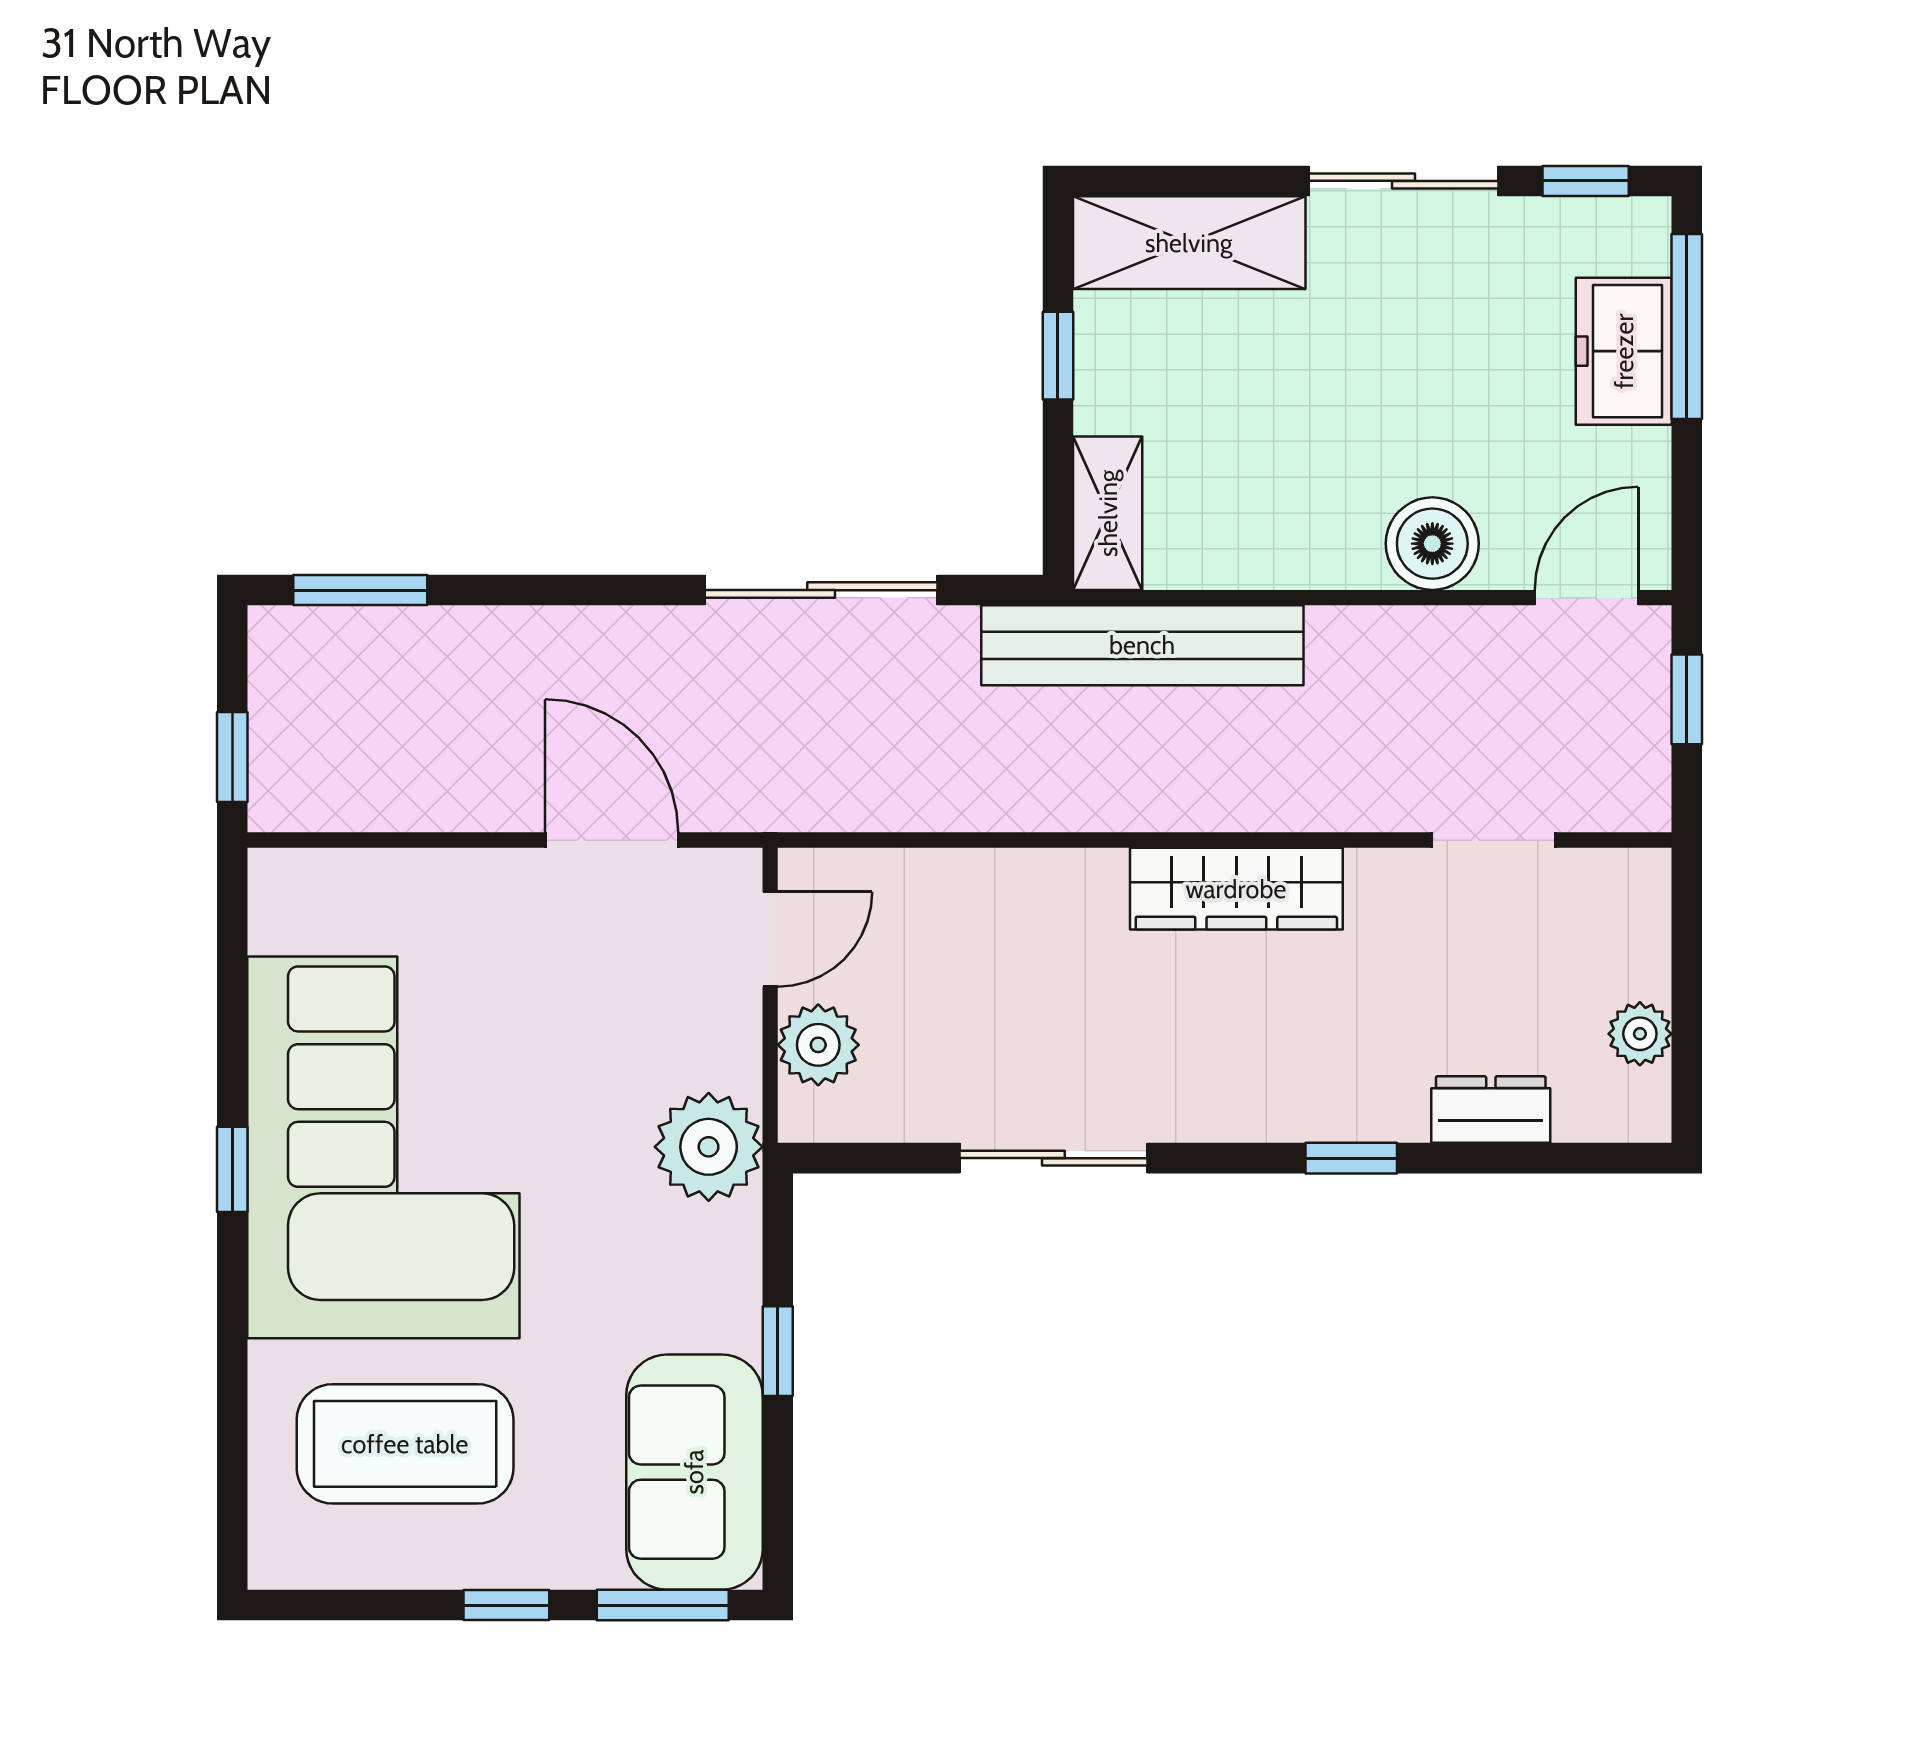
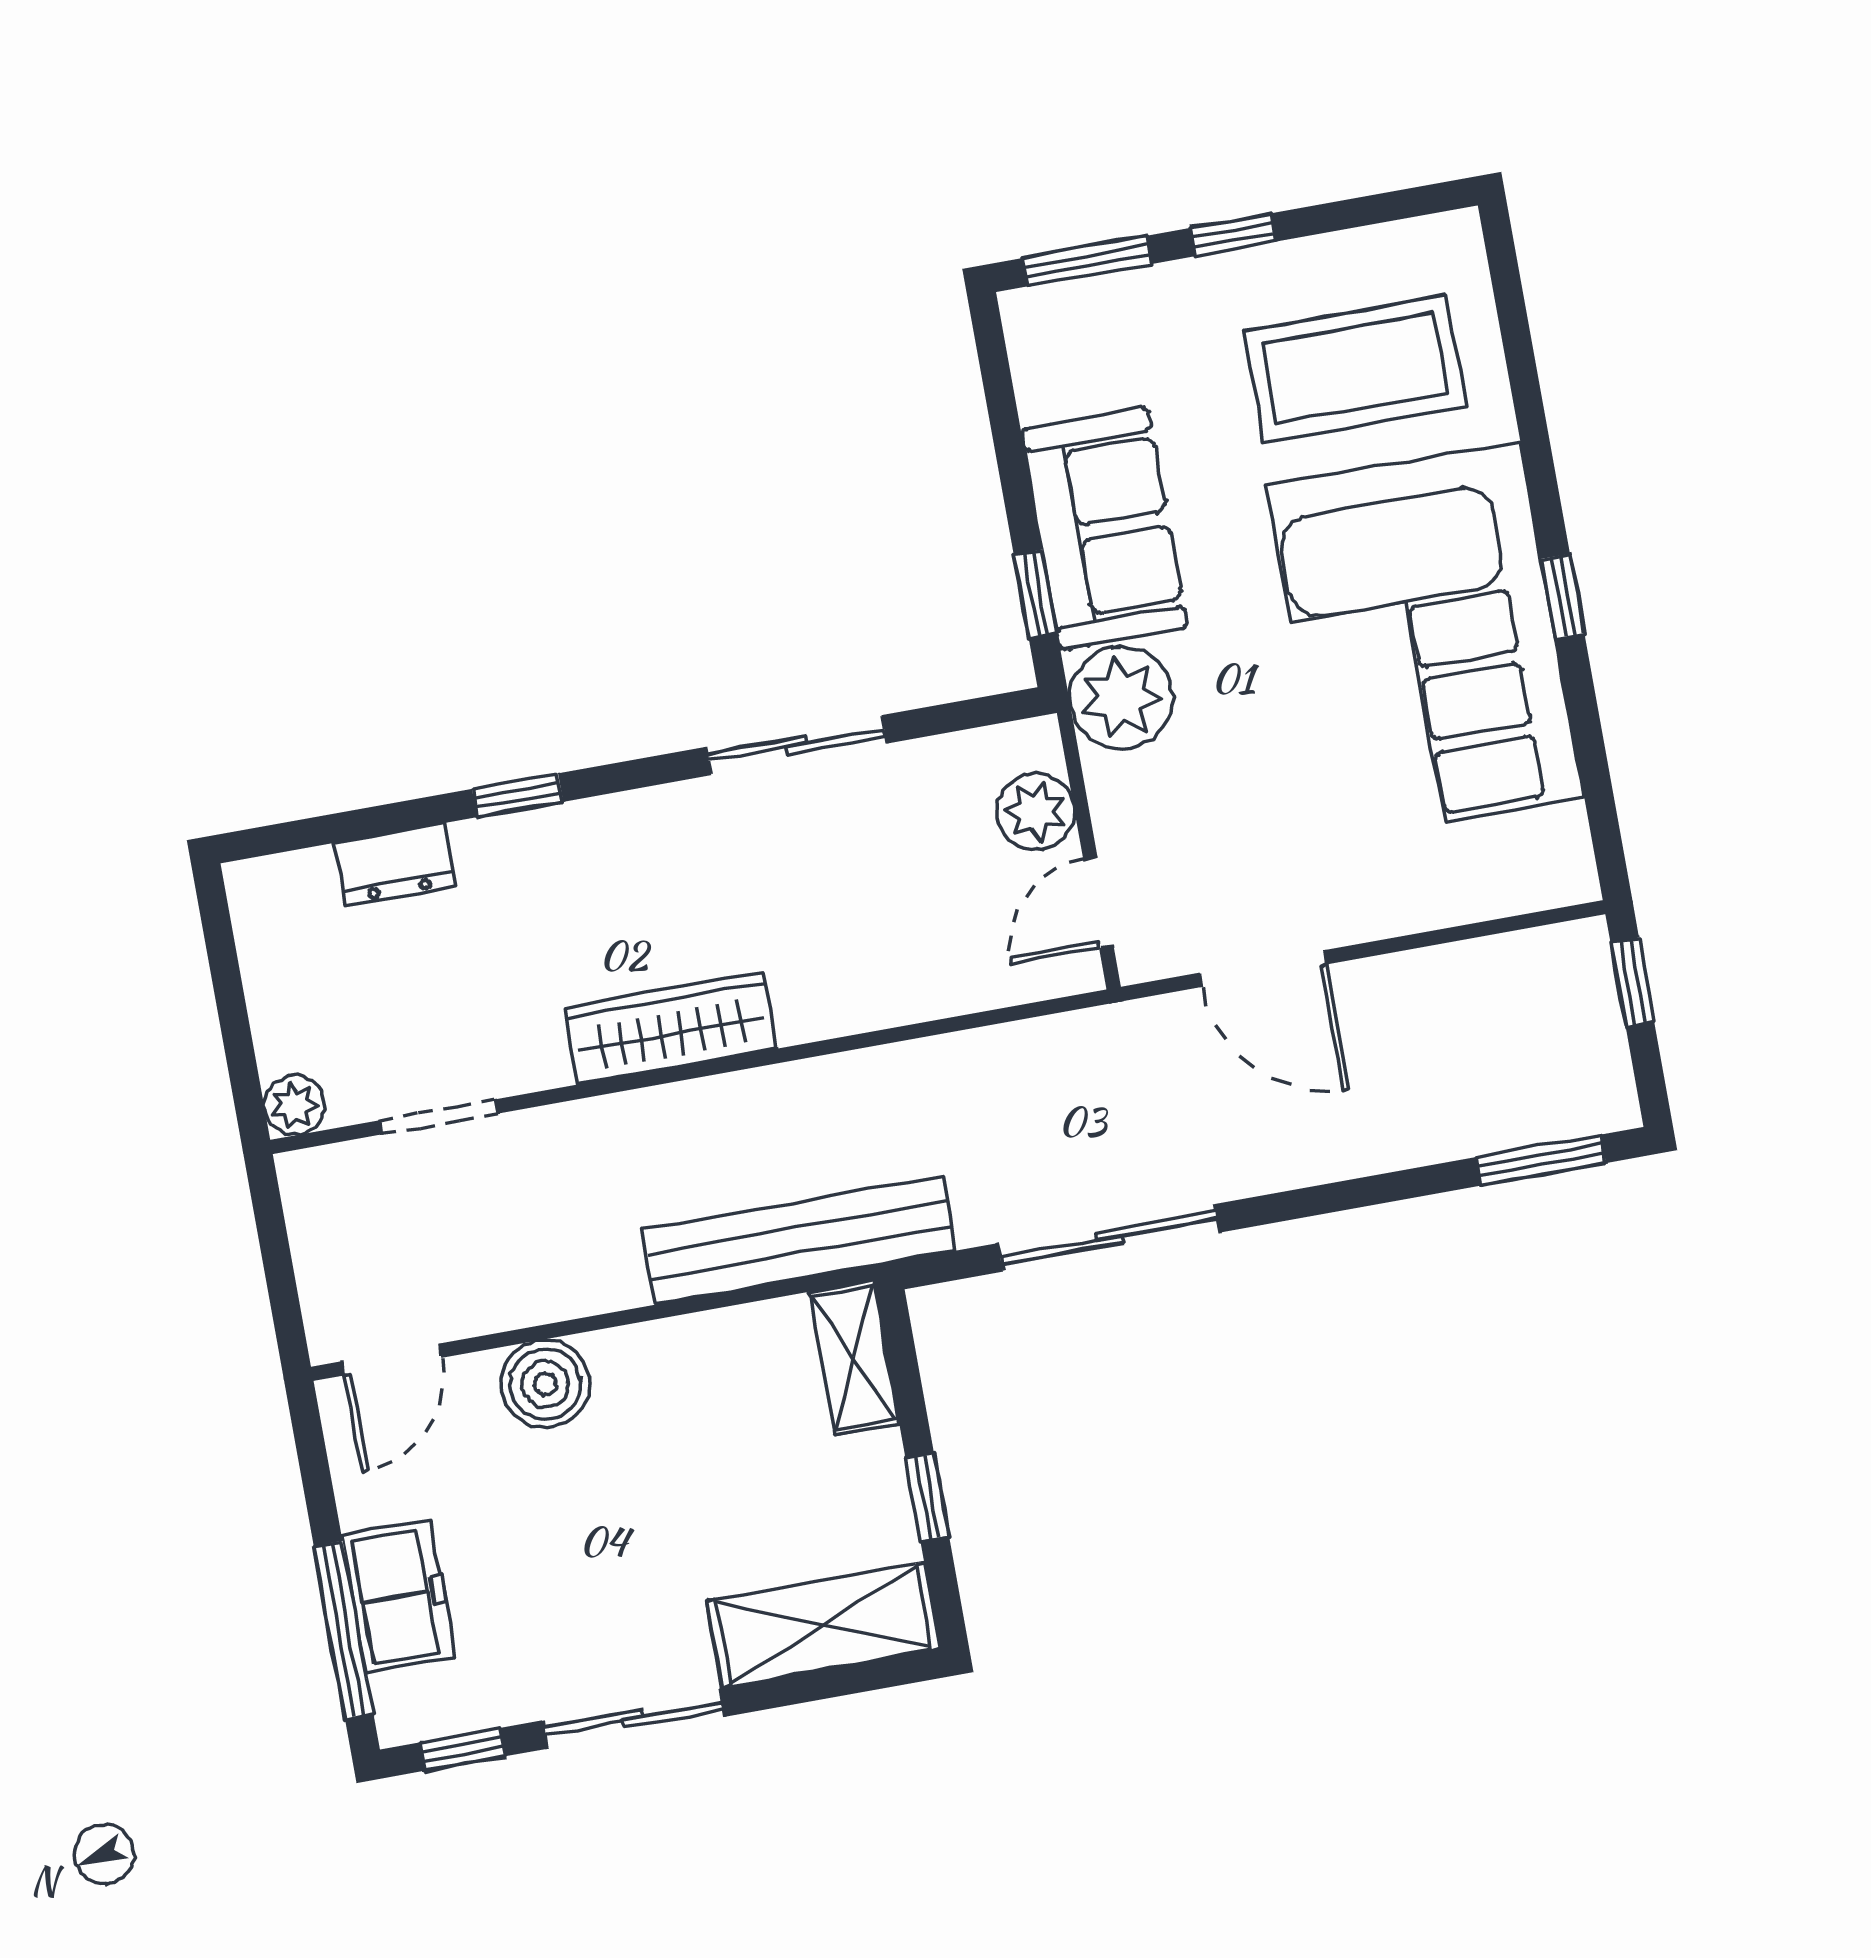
window: (1687, 699) -> (281, 1281), removed
plant: (1640, 1034) -> (294, 1105), moved
window: (778, 1351) -> (1036, 594), moved
sofa: (694, 1472) -> (1104, 529), moved

